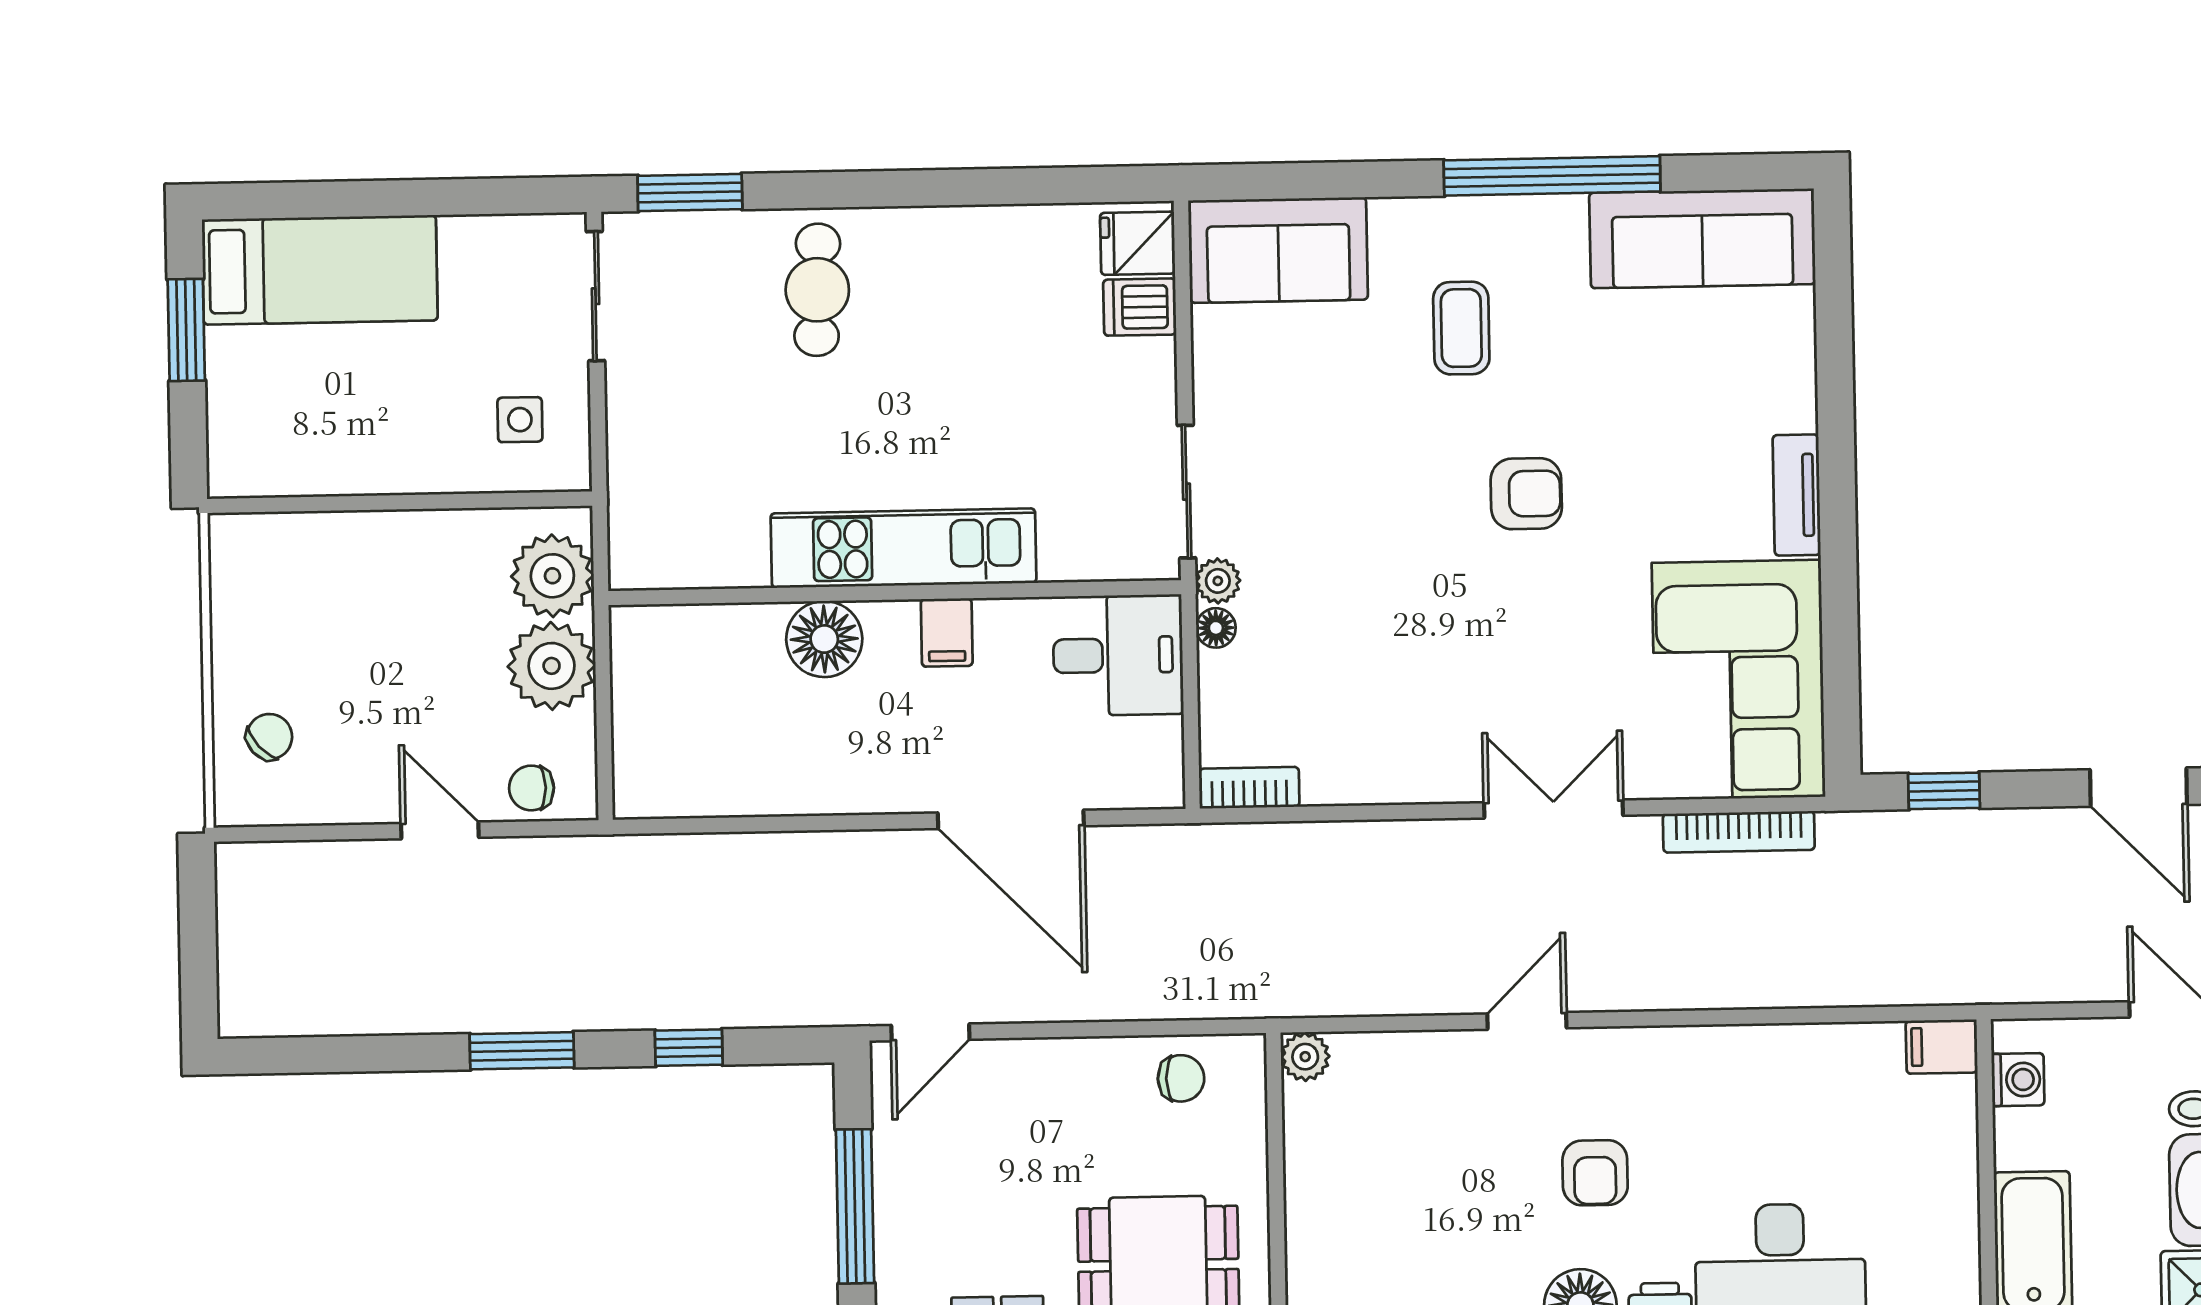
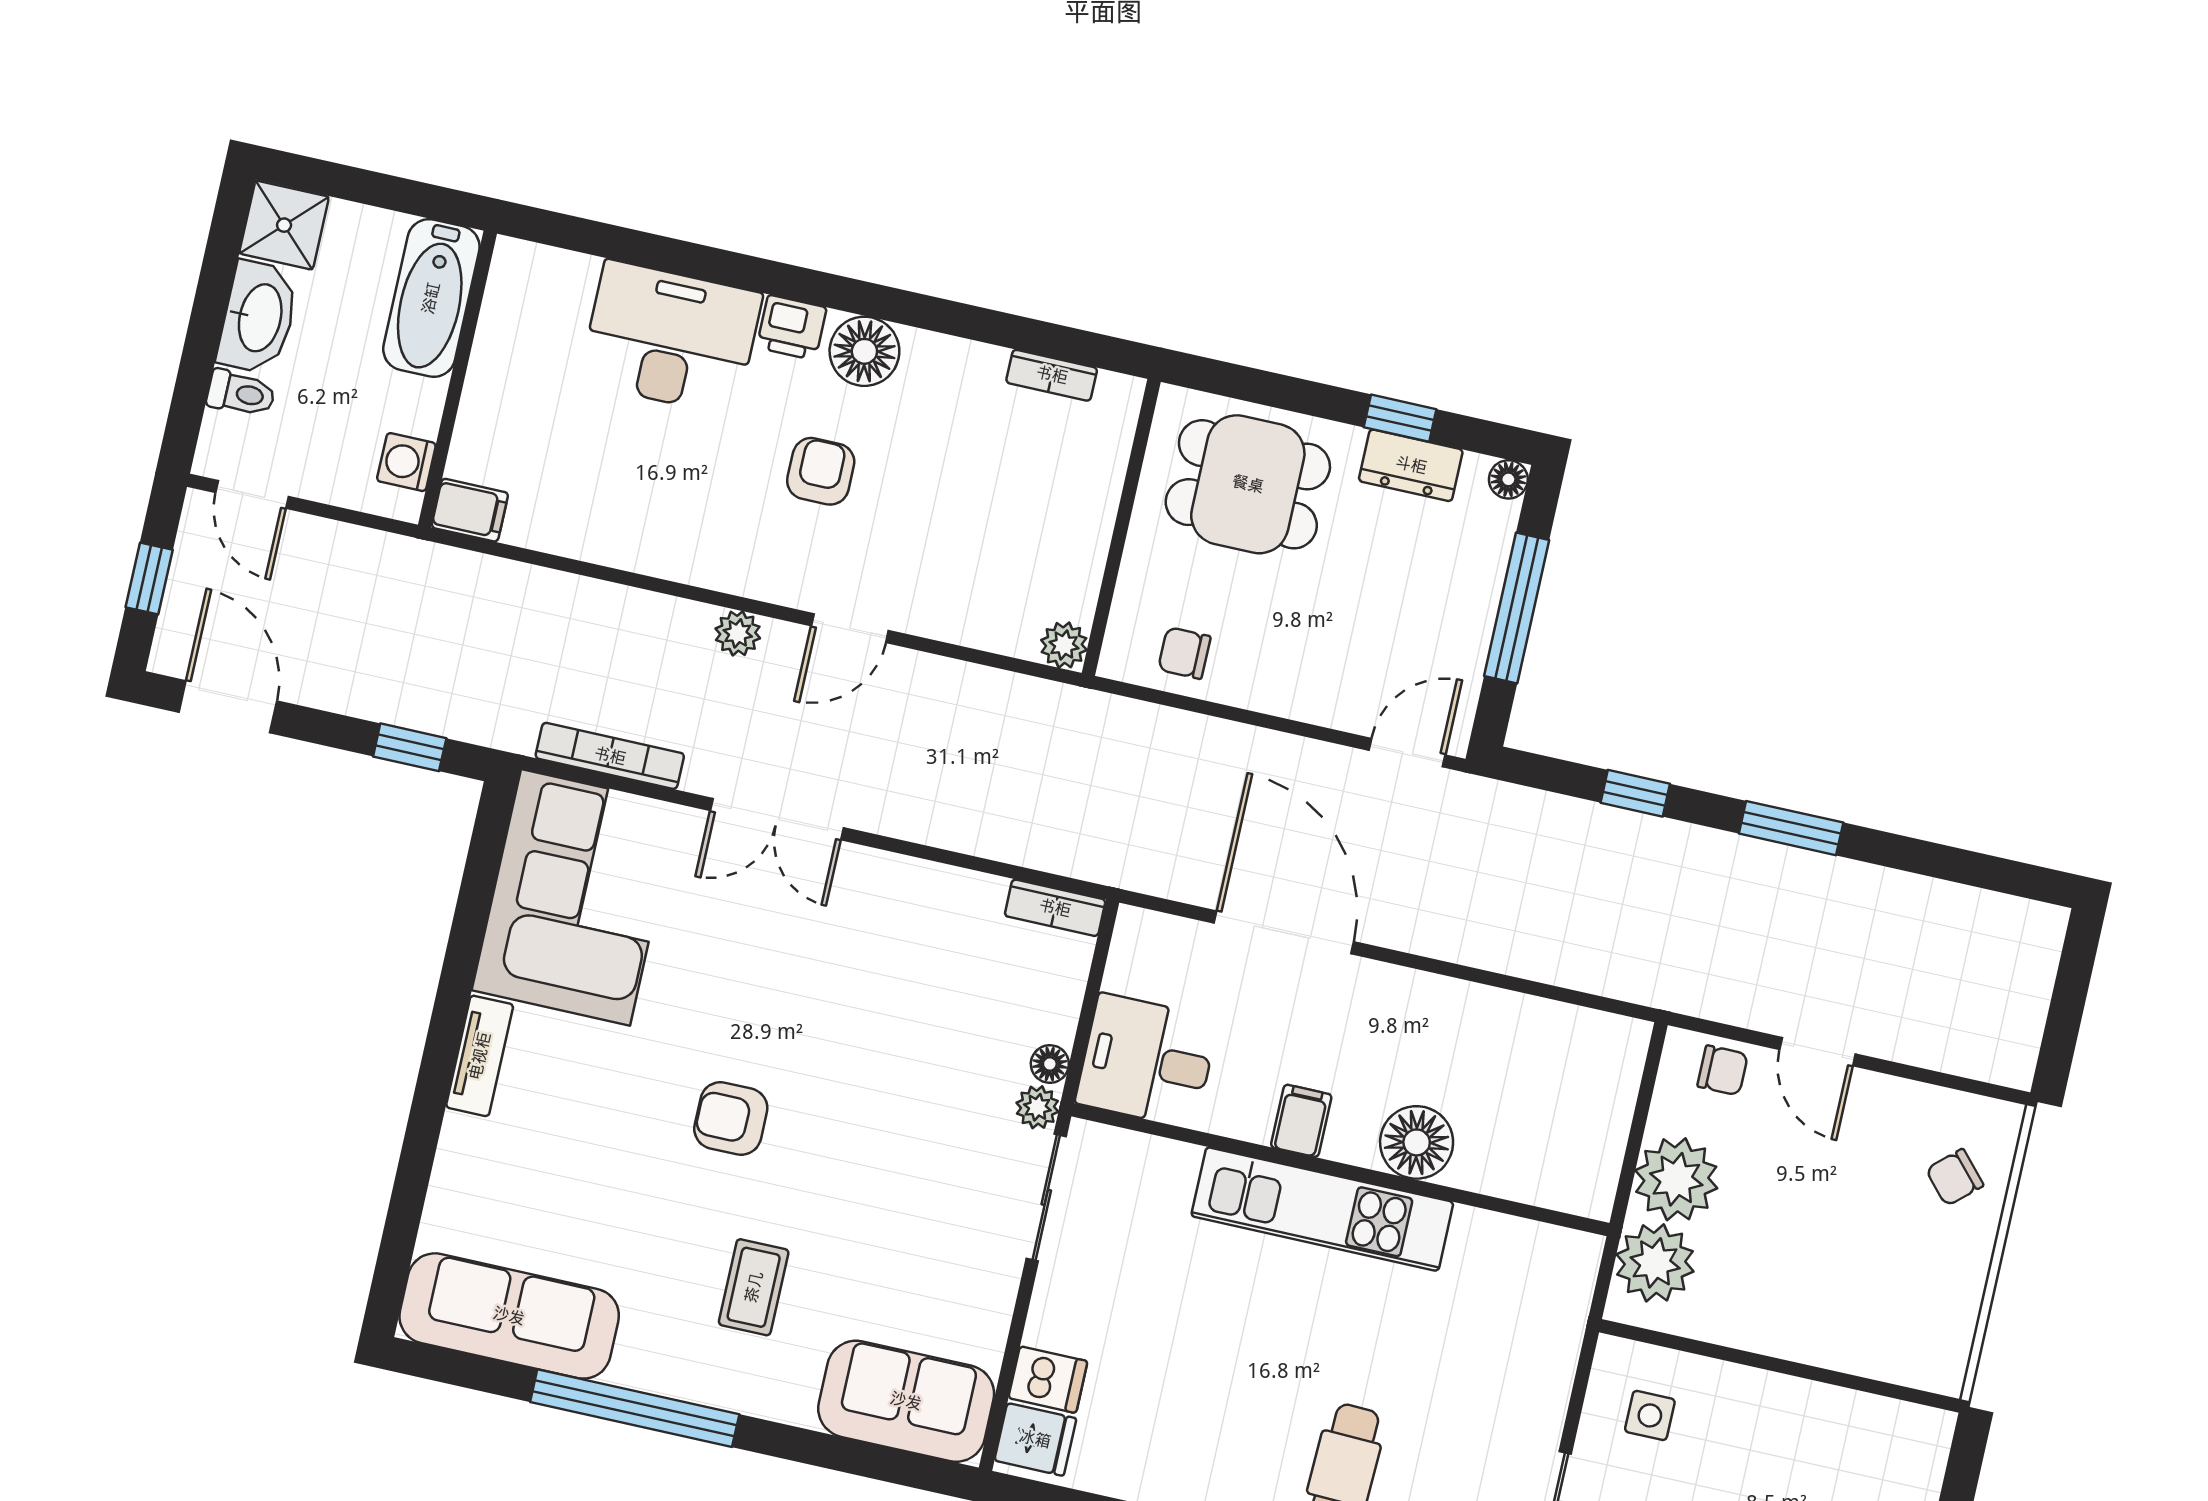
plant: (1639, 988) -> (738, 633), added

